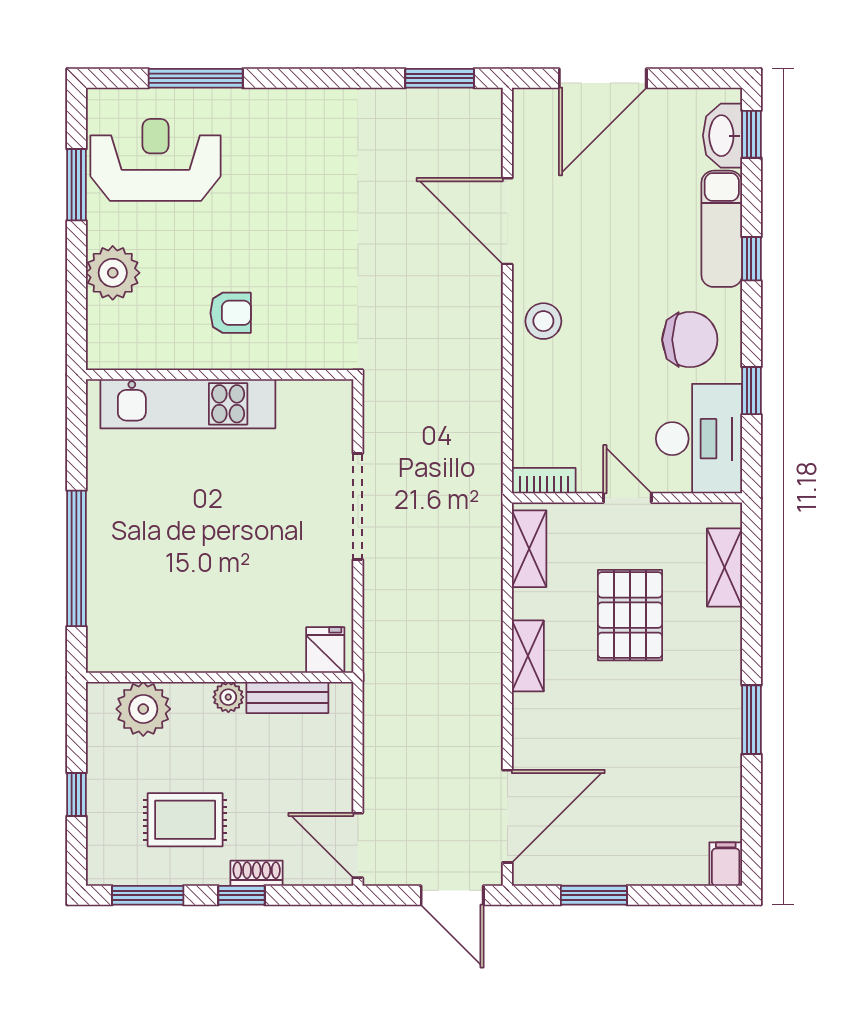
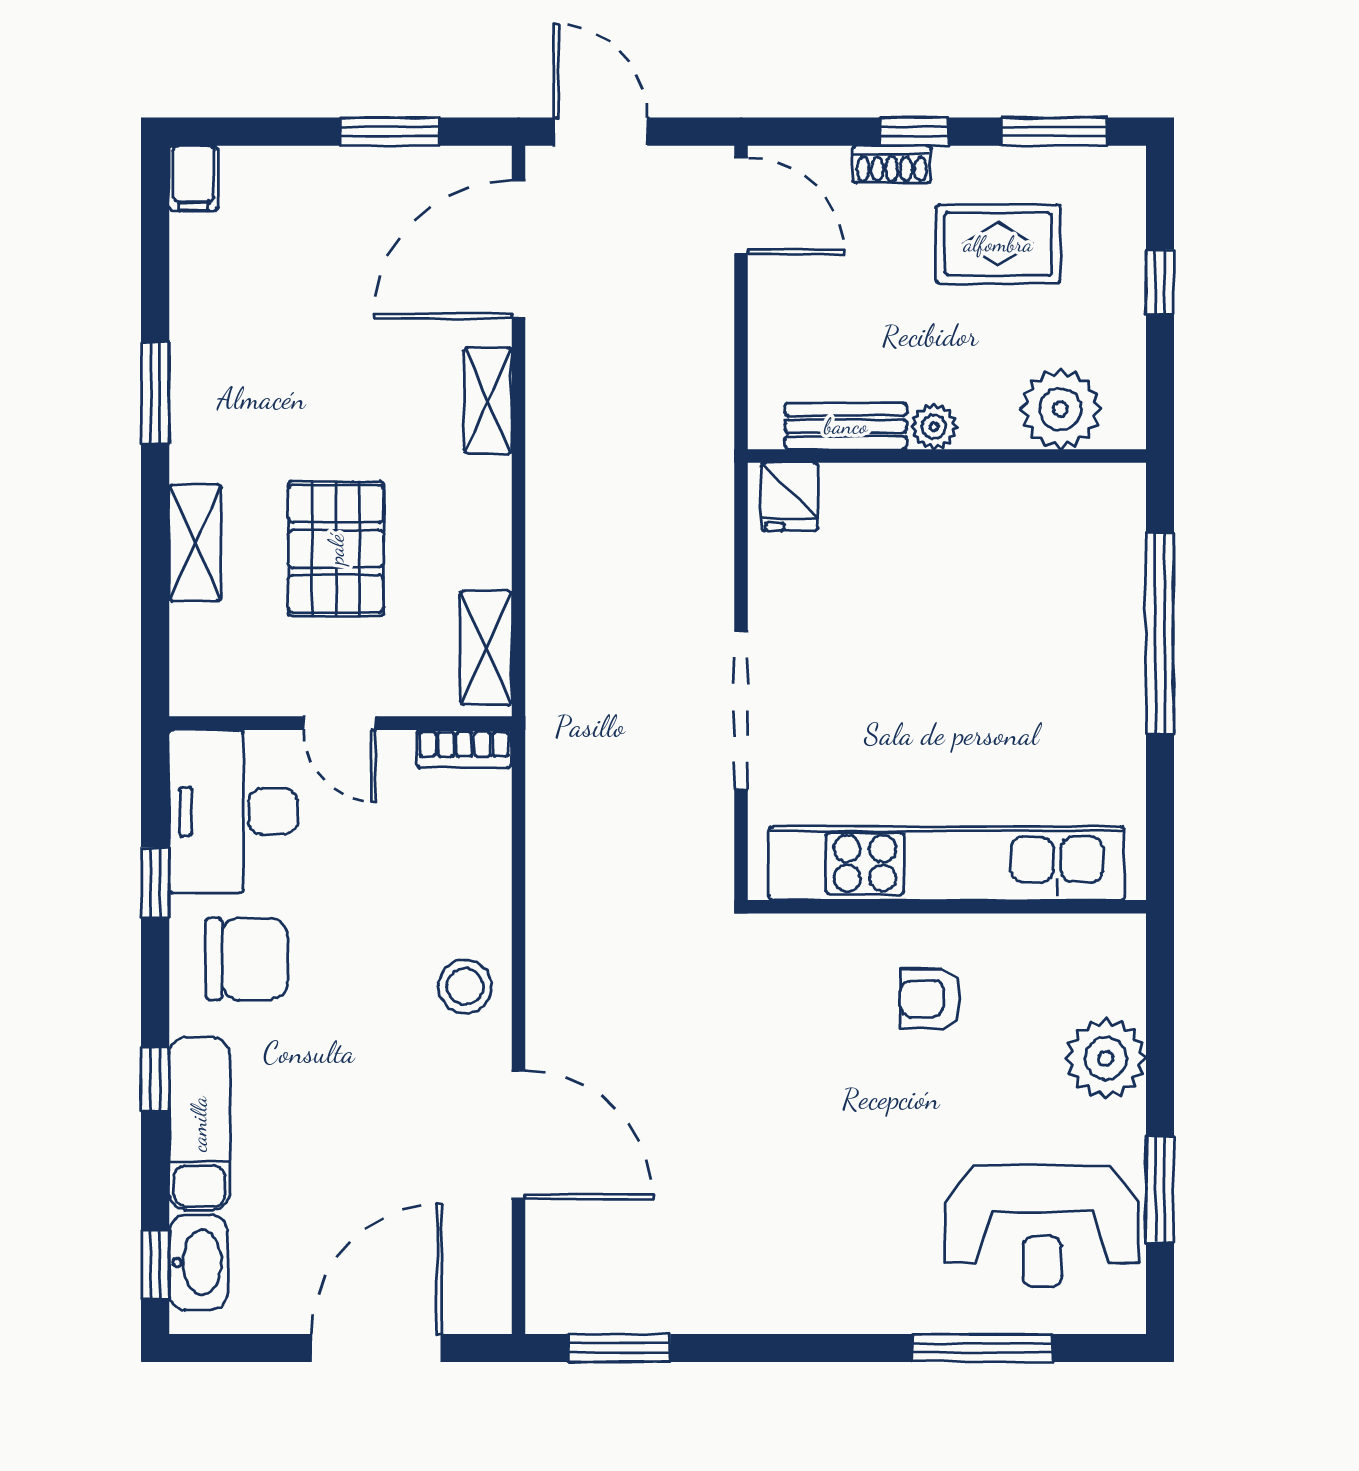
chair: (690, 340) -> (247, 959), turned 180
kitchen unit: (188, 404) -> (947, 863), width x1.36
shelving: (724, 568) -> (195, 543), moved
shelving: (528, 656) -> (488, 401), moved

